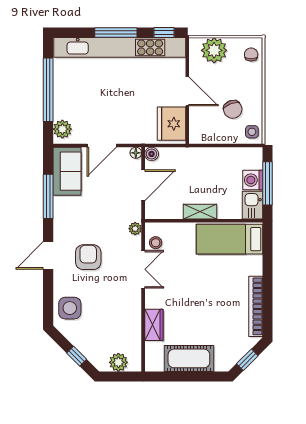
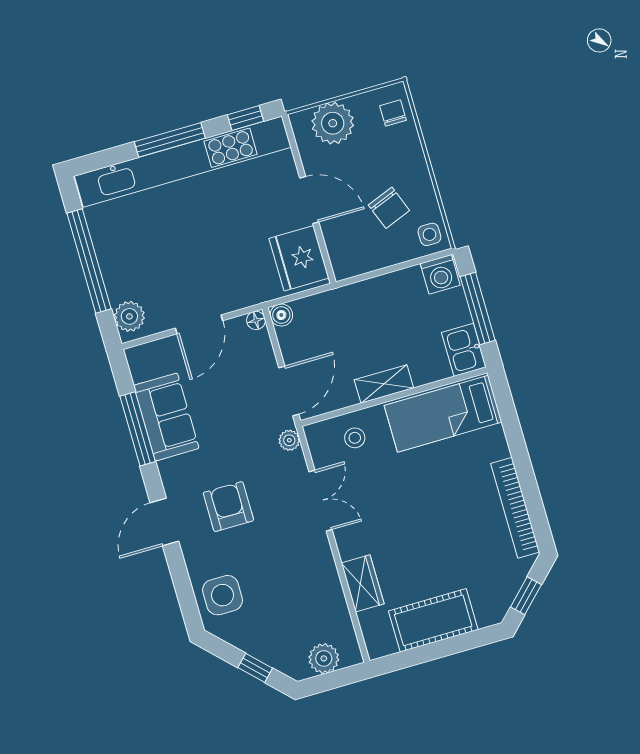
sofa: (67, 171) -> (166, 417), moved
washing machine: (253, 180) -> (440, 274), moved, turned -90
door: (143, 185) -> (289, 391), moved
stool: (156, 243) -> (355, 438), moved

